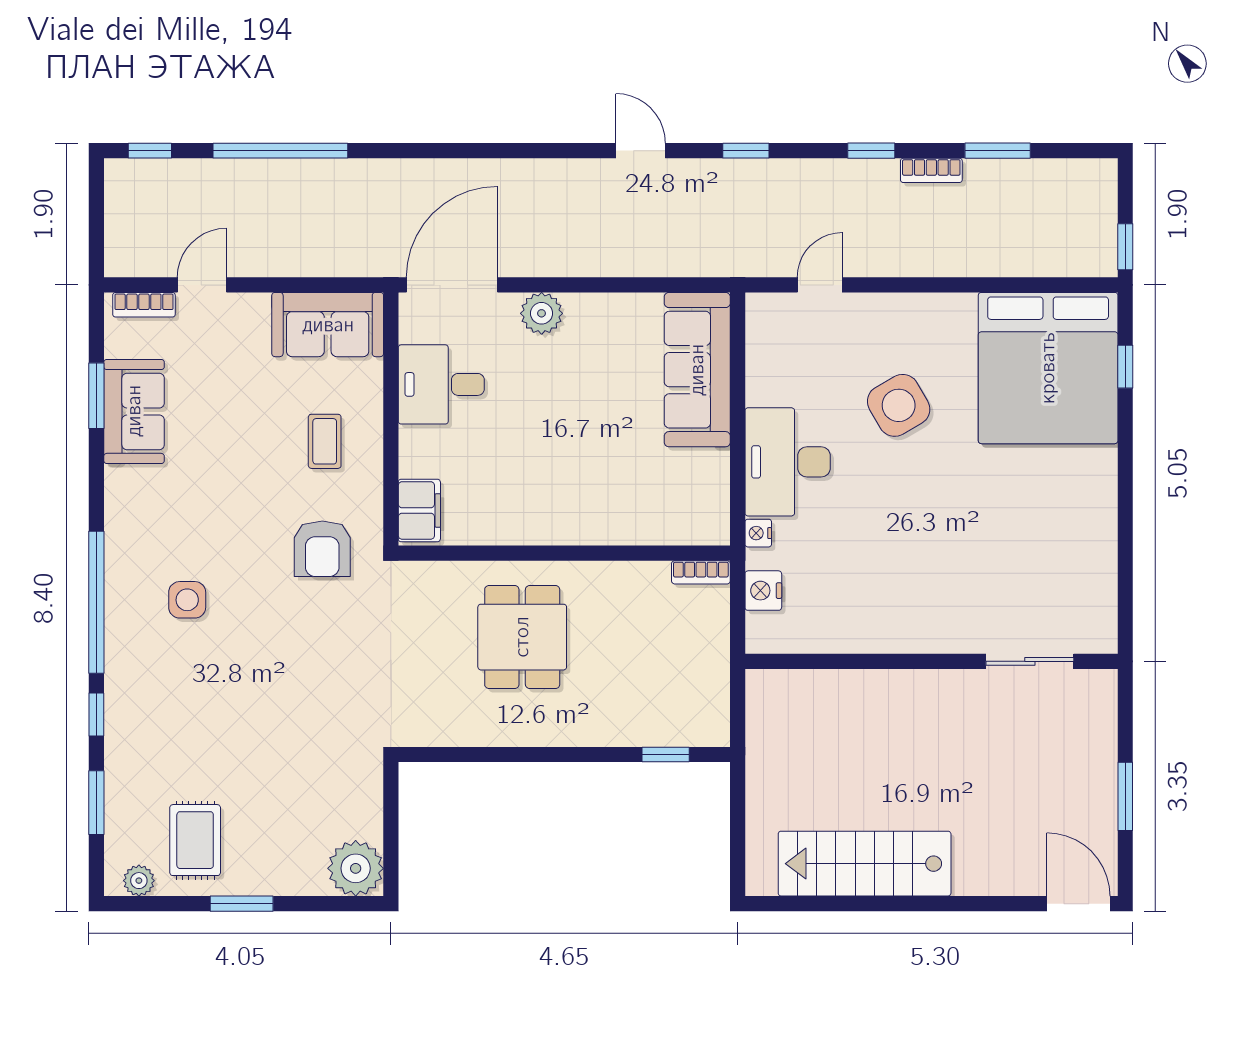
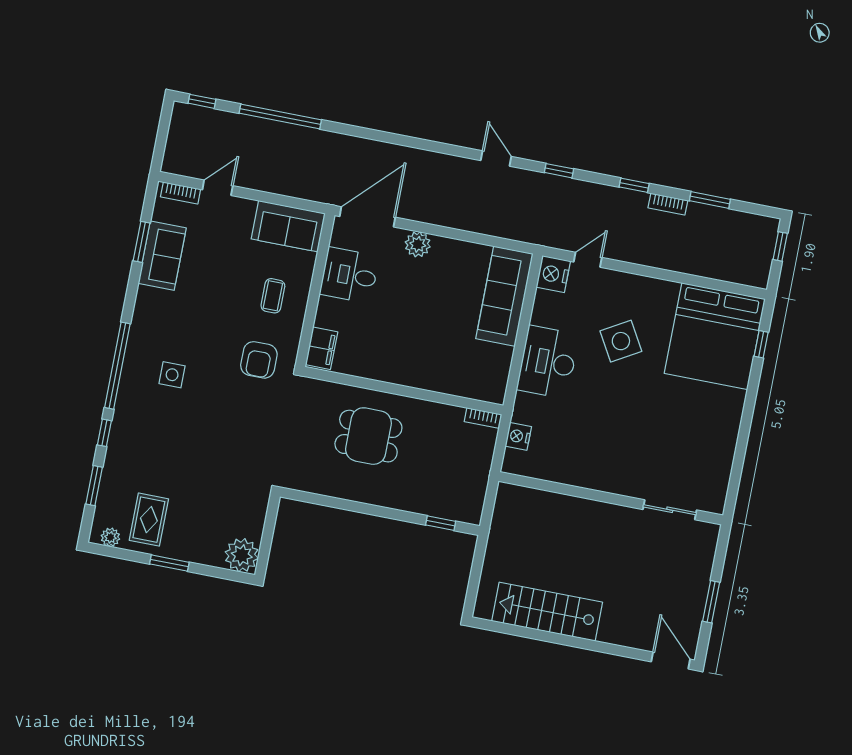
window: (1125, 247) -> (780, 246), moved
nightstand: (758, 533) -> (553, 274), moved, width x1.89, depth x1.79
dining table: (522, 637) -> (368, 436), turned 90

